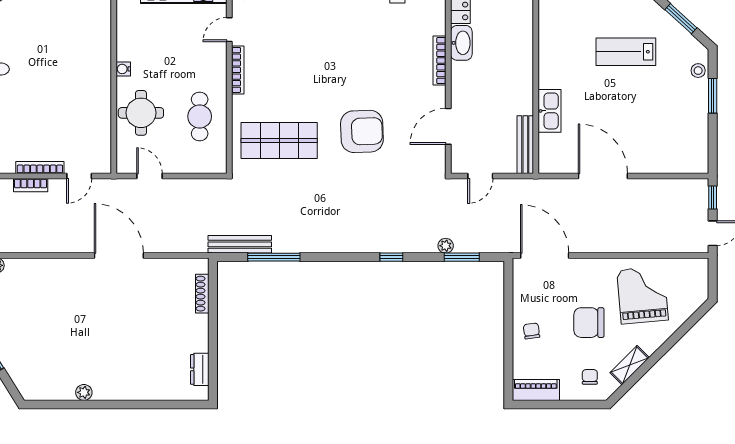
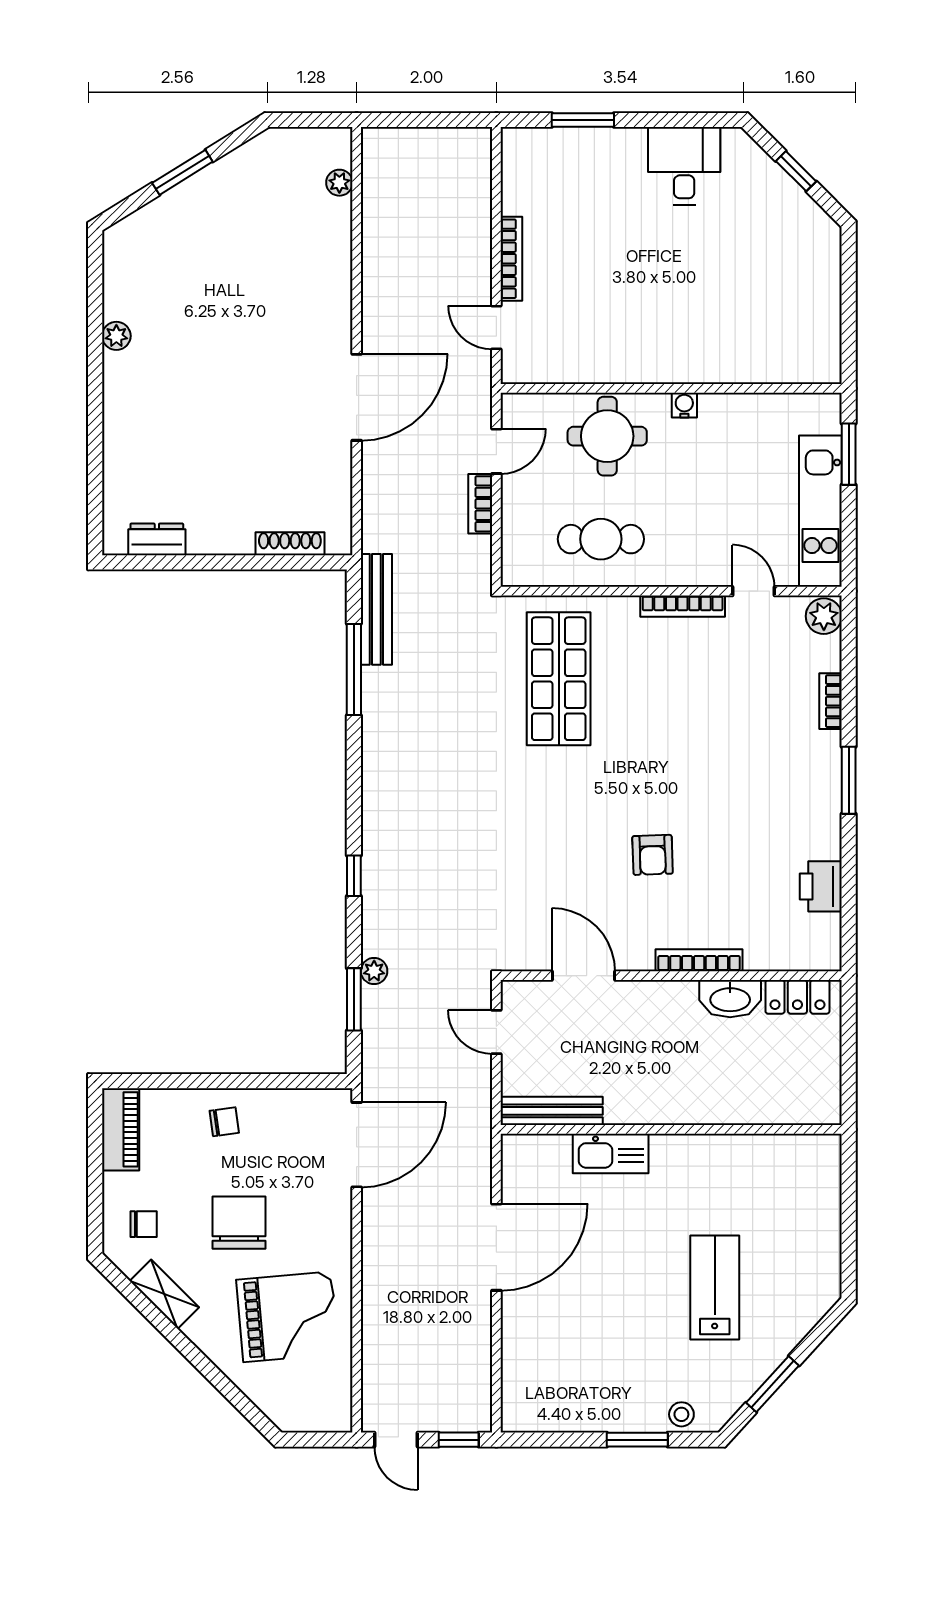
armchair: (362, 131) -> (653, 855), moved, width x0.53, depth x0.53
bookcase: (31, 185) -> (480, 504), moved

